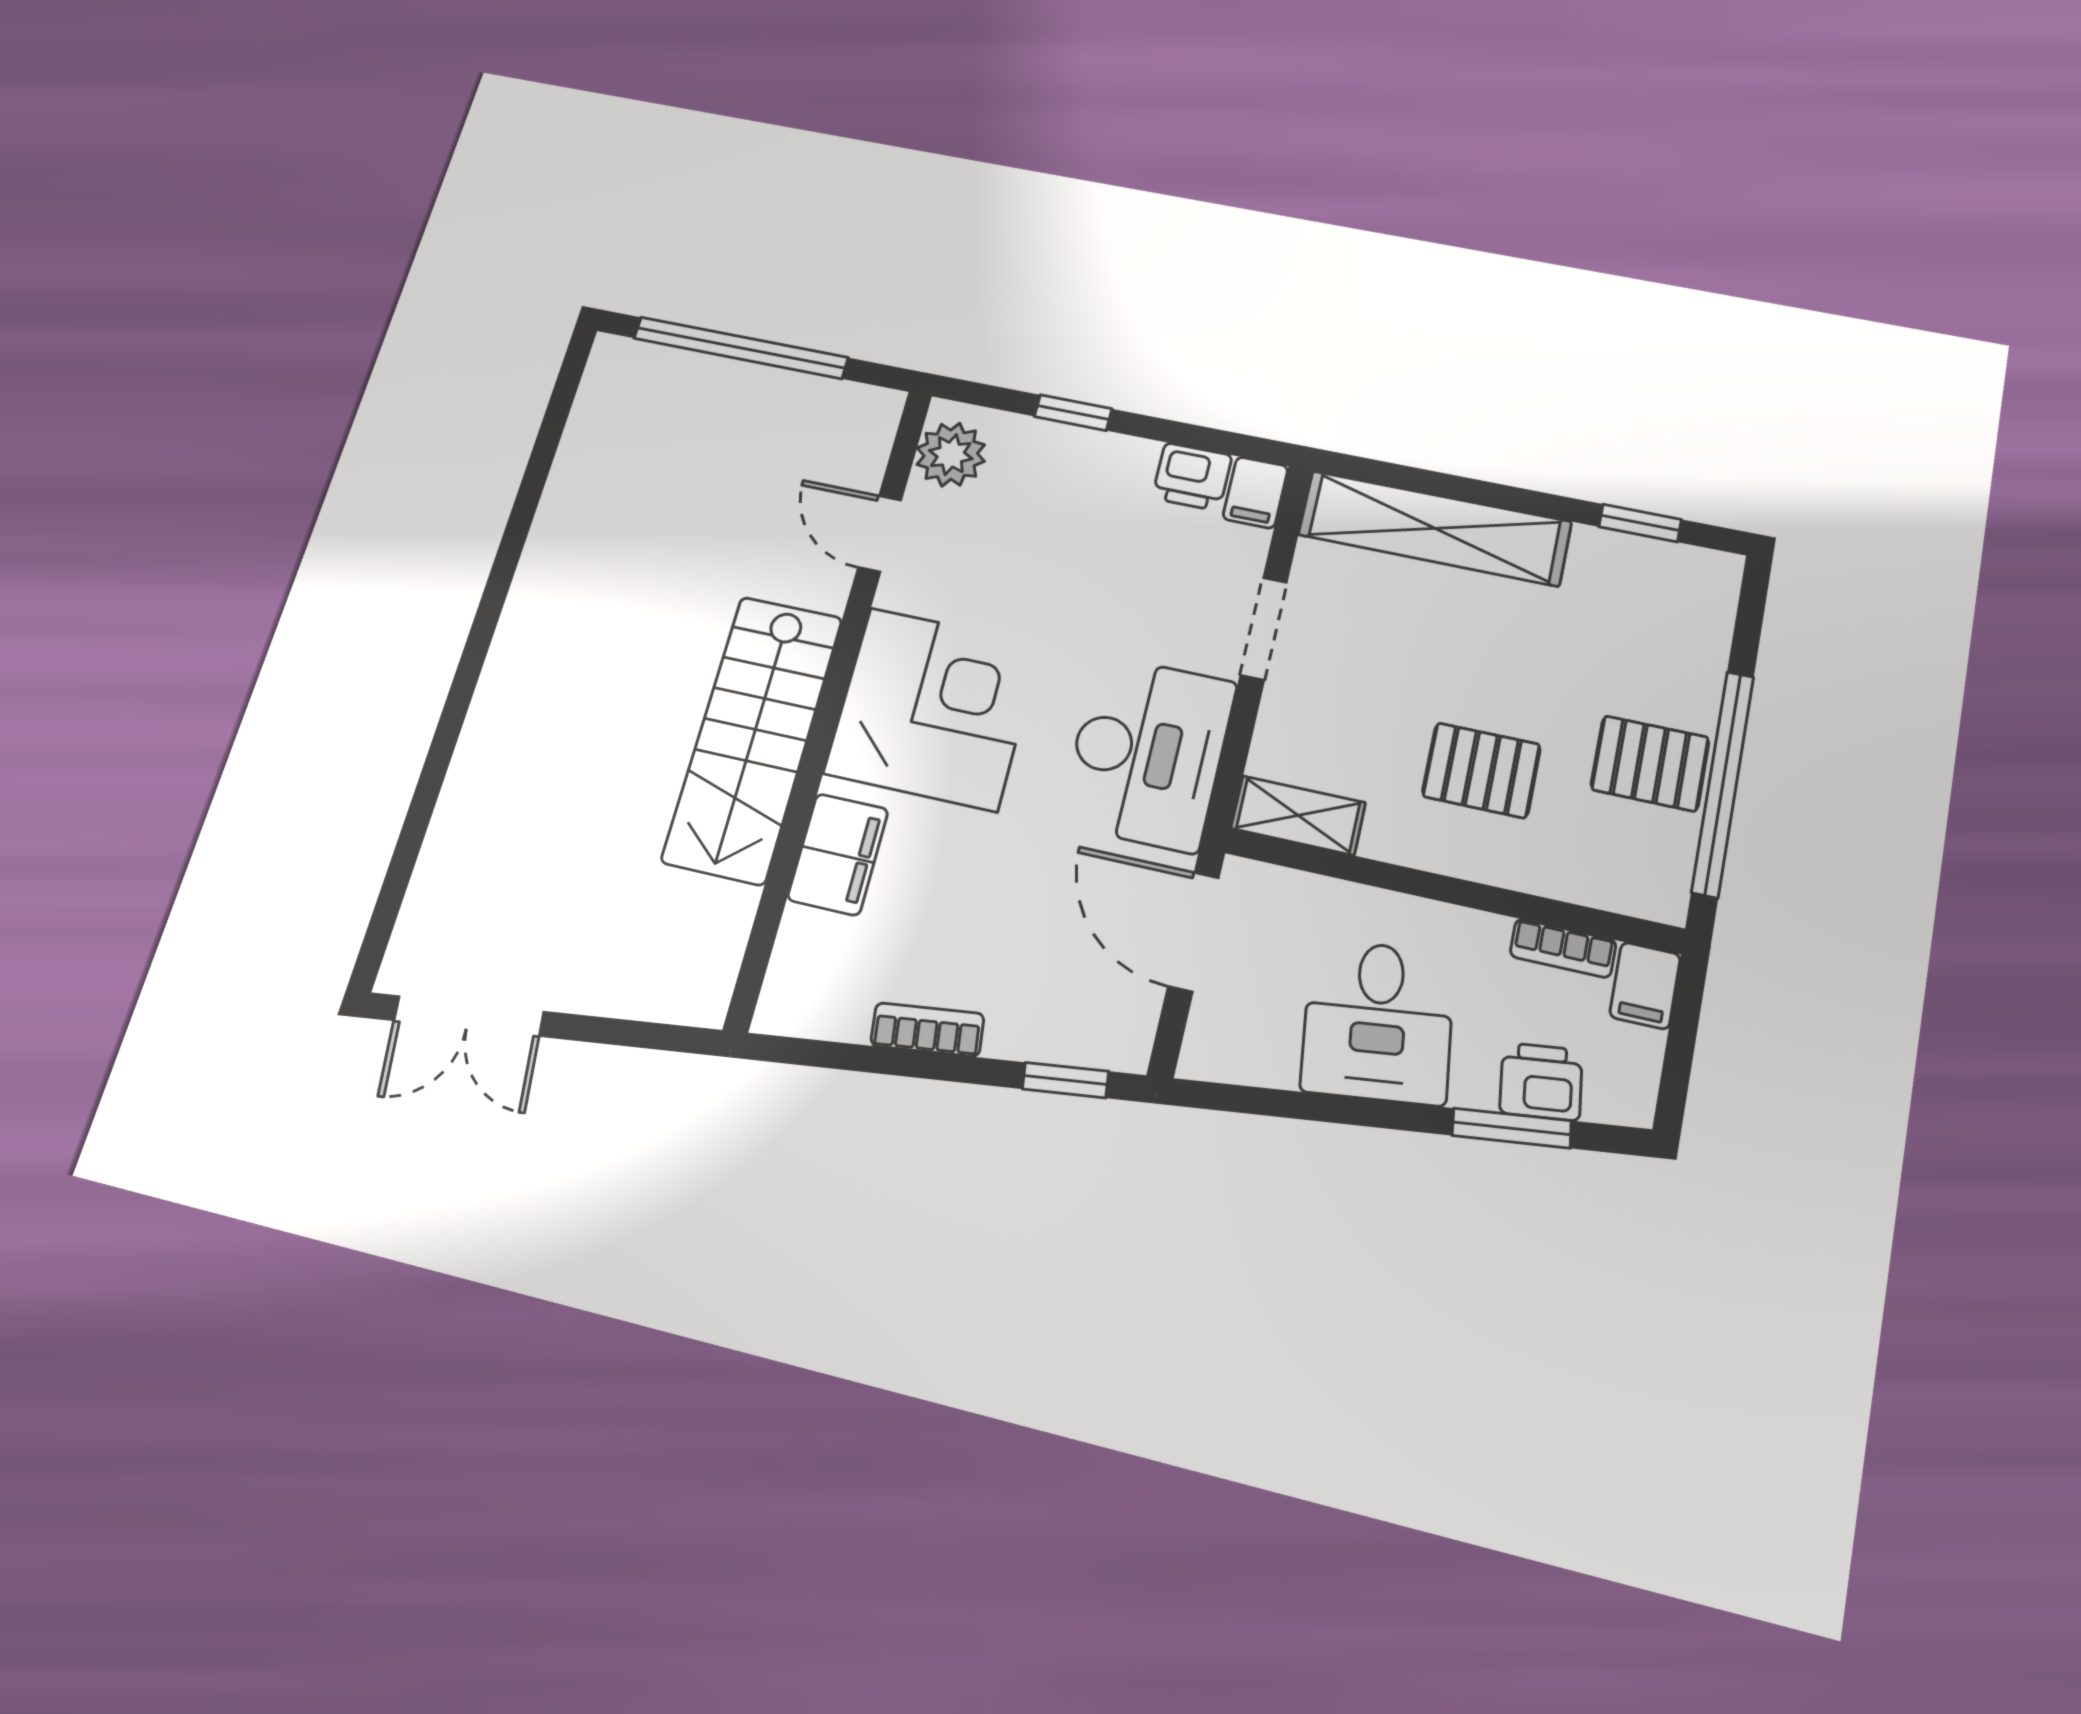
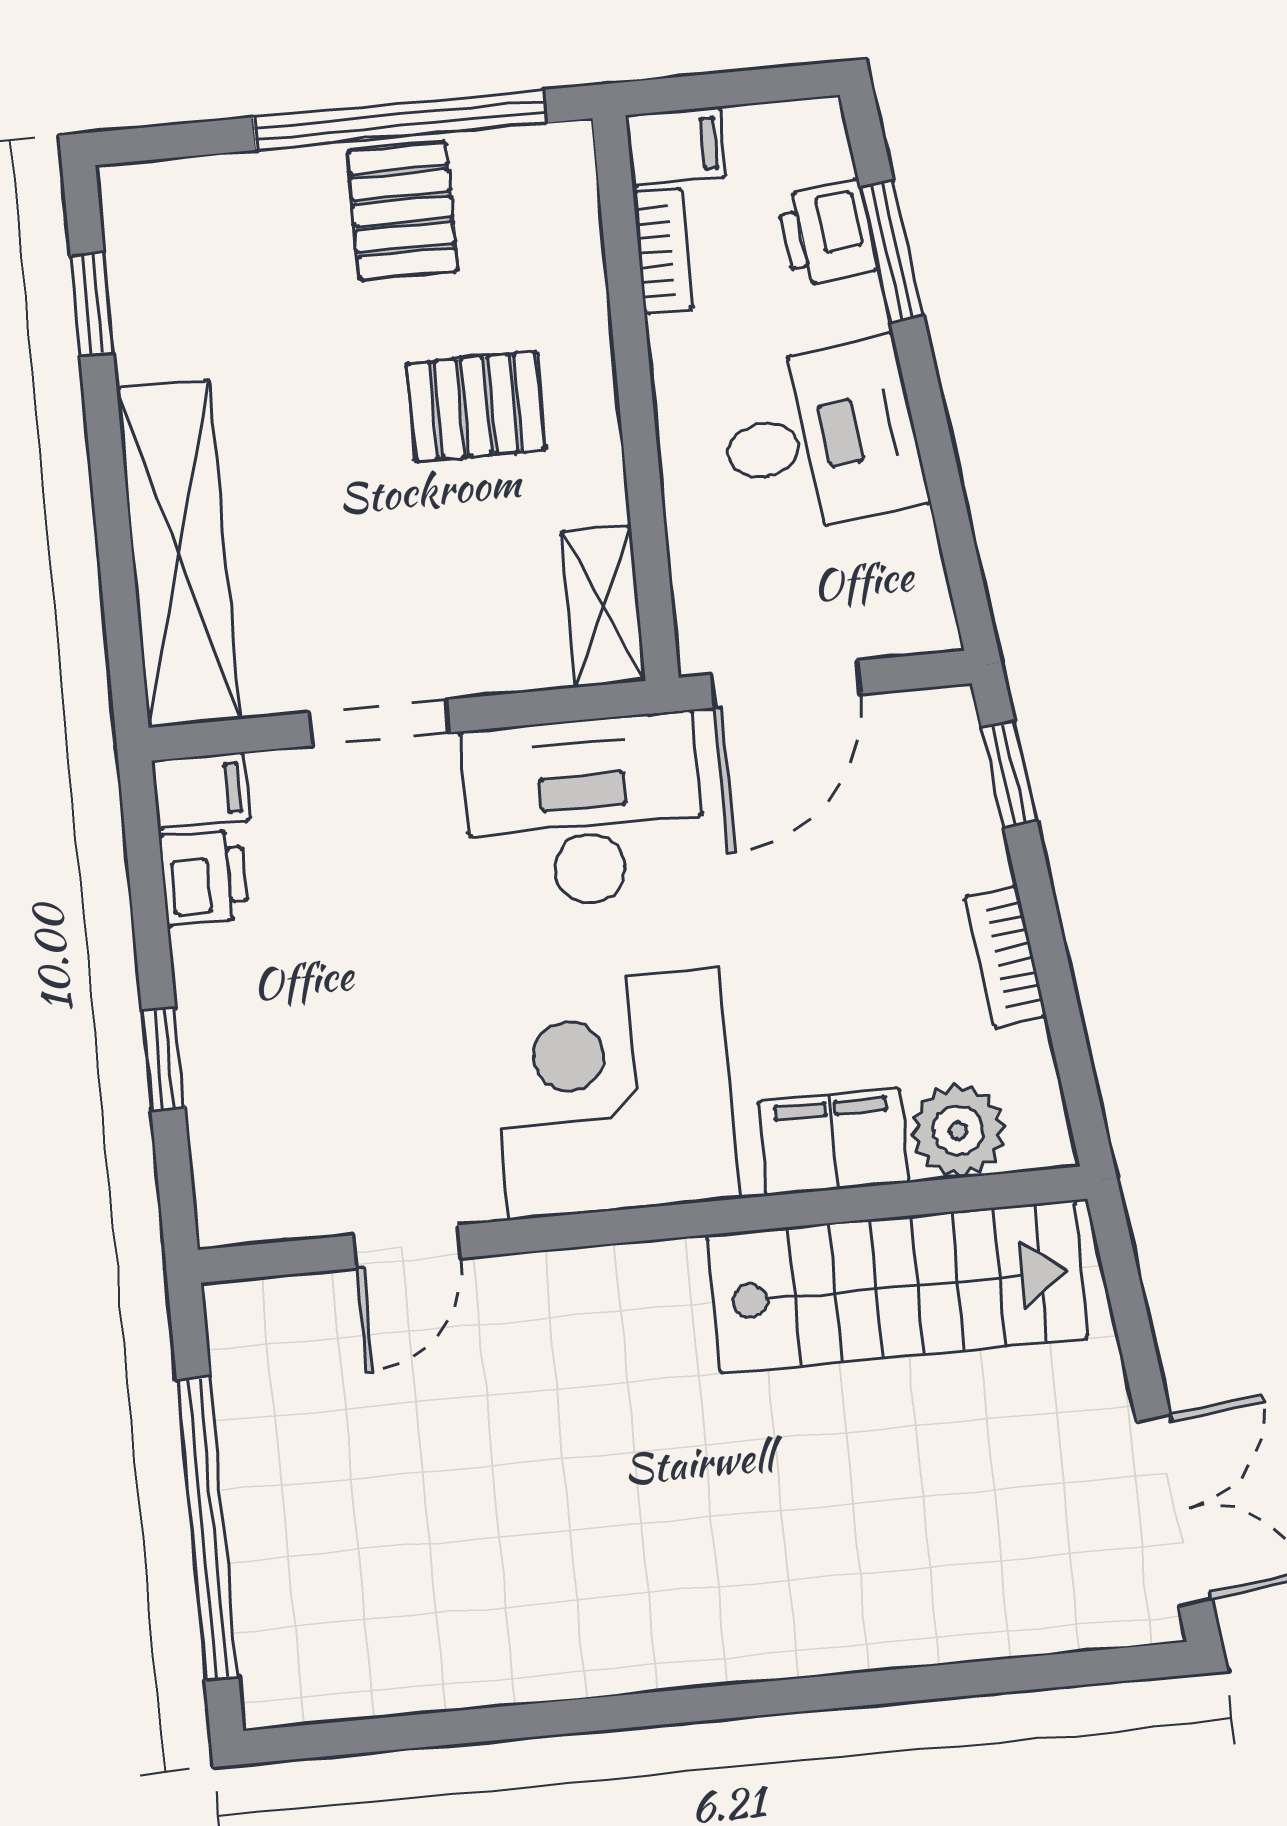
plant: (951, 455) -> (958, 1131), moved
stairs: (753, 739) -> (897, 1287), moved
pallet: (1481, 770) -> (476, 406), turned 90

